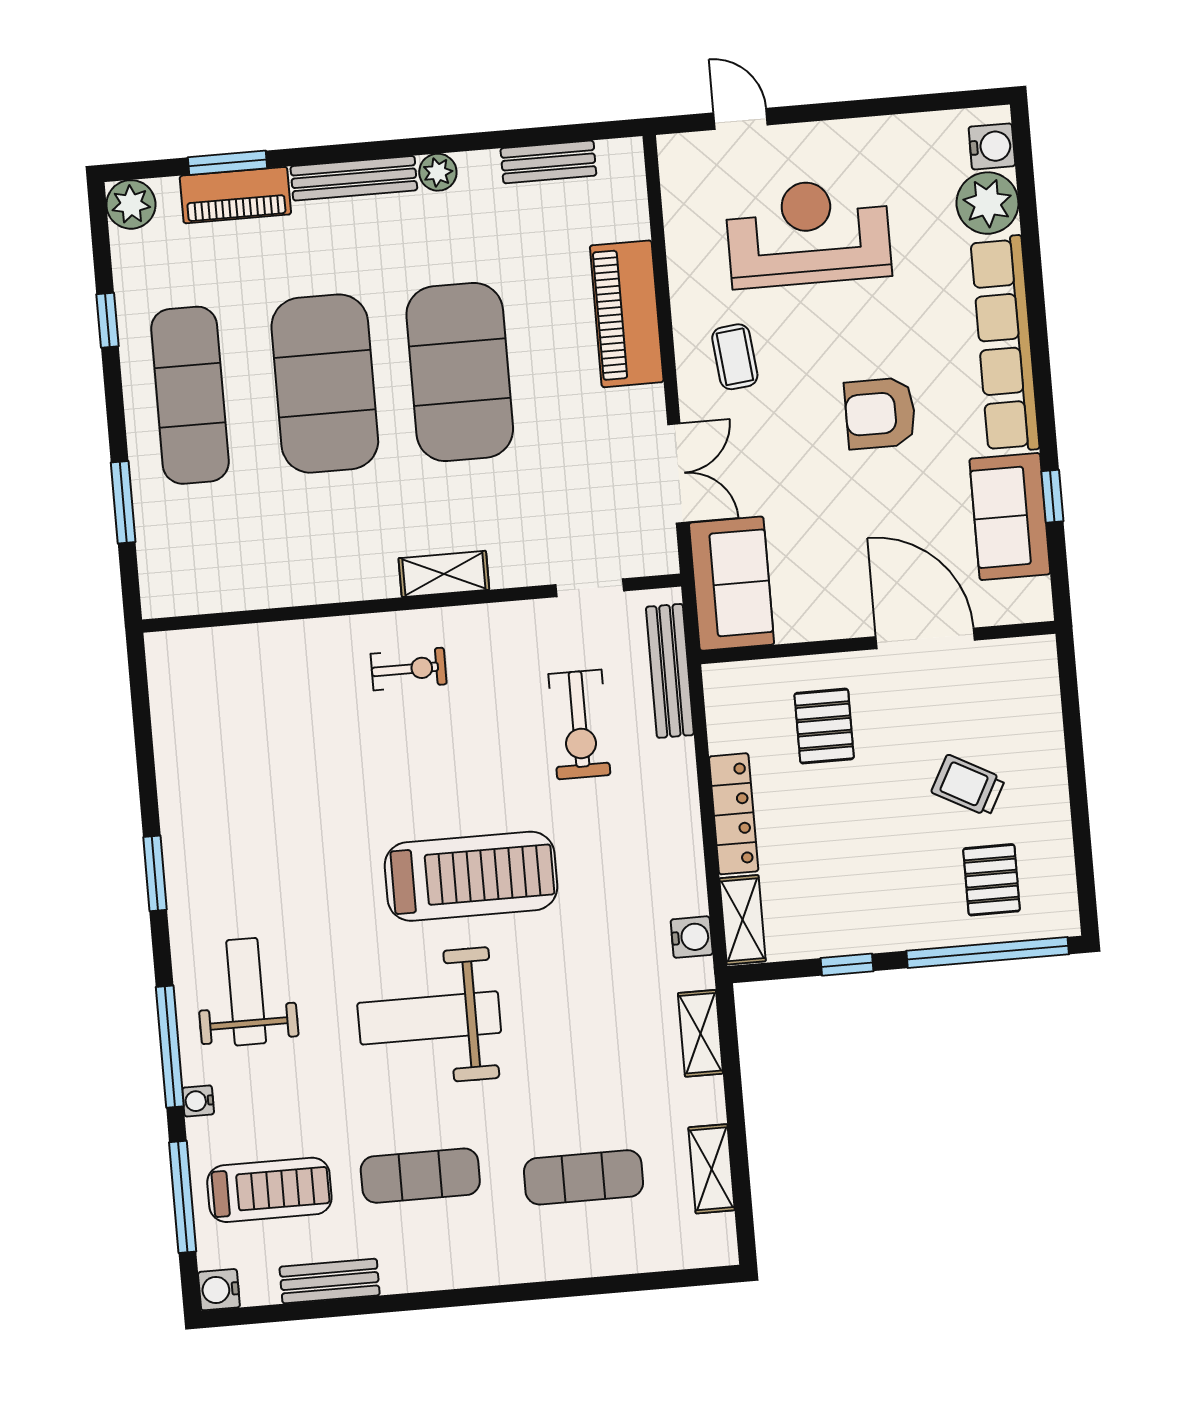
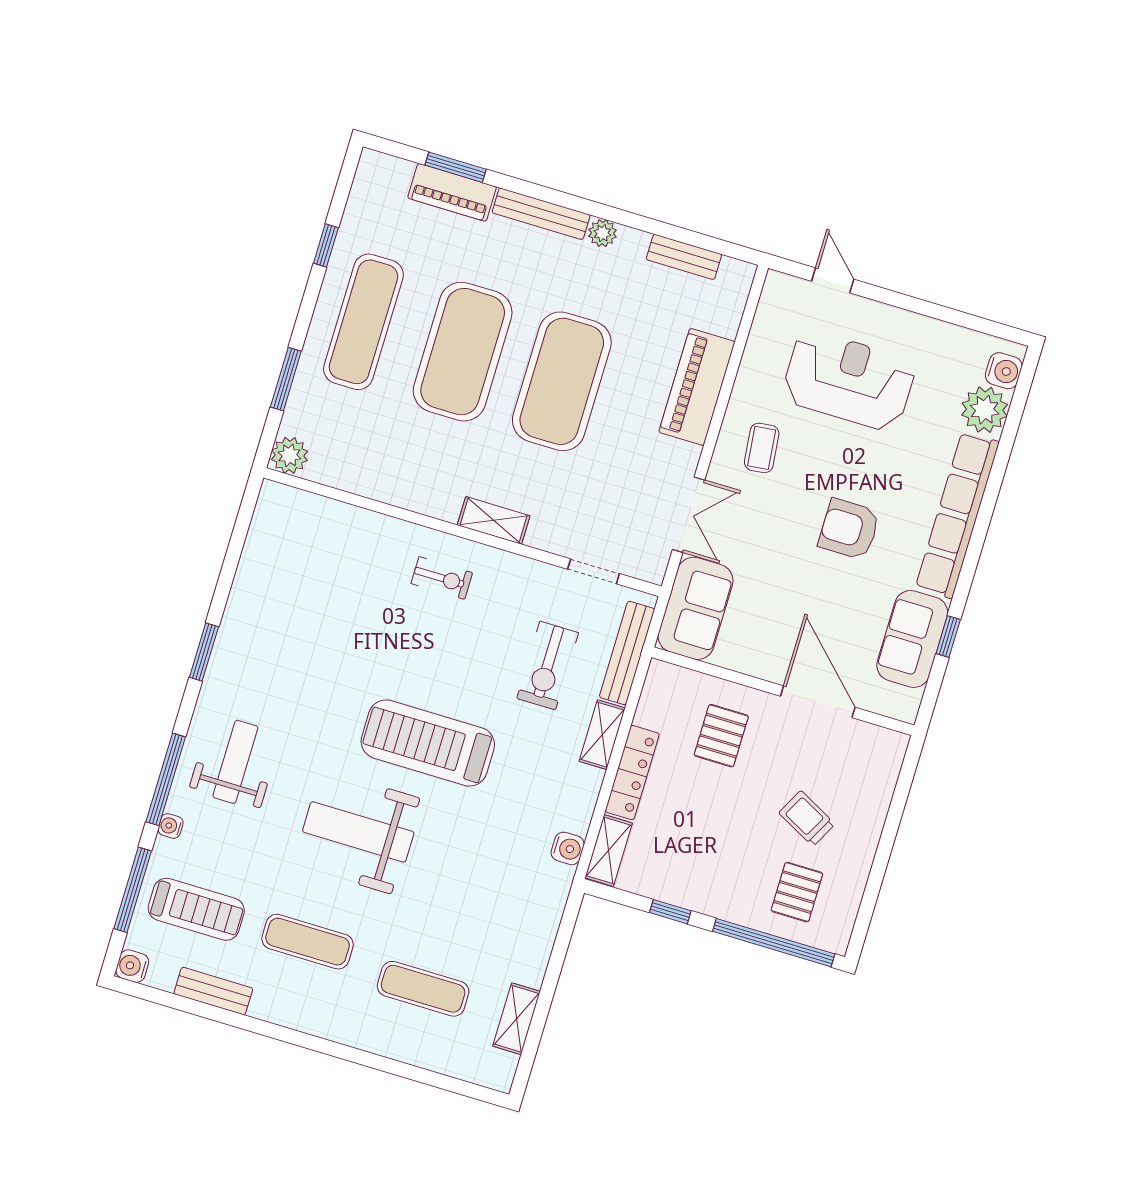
plant: (131, 204) -> (289, 455), moved
treadmill: (471, 876) -> (428, 743), turned 180
shelving: (700, 1033) -> (602, 735), moved

